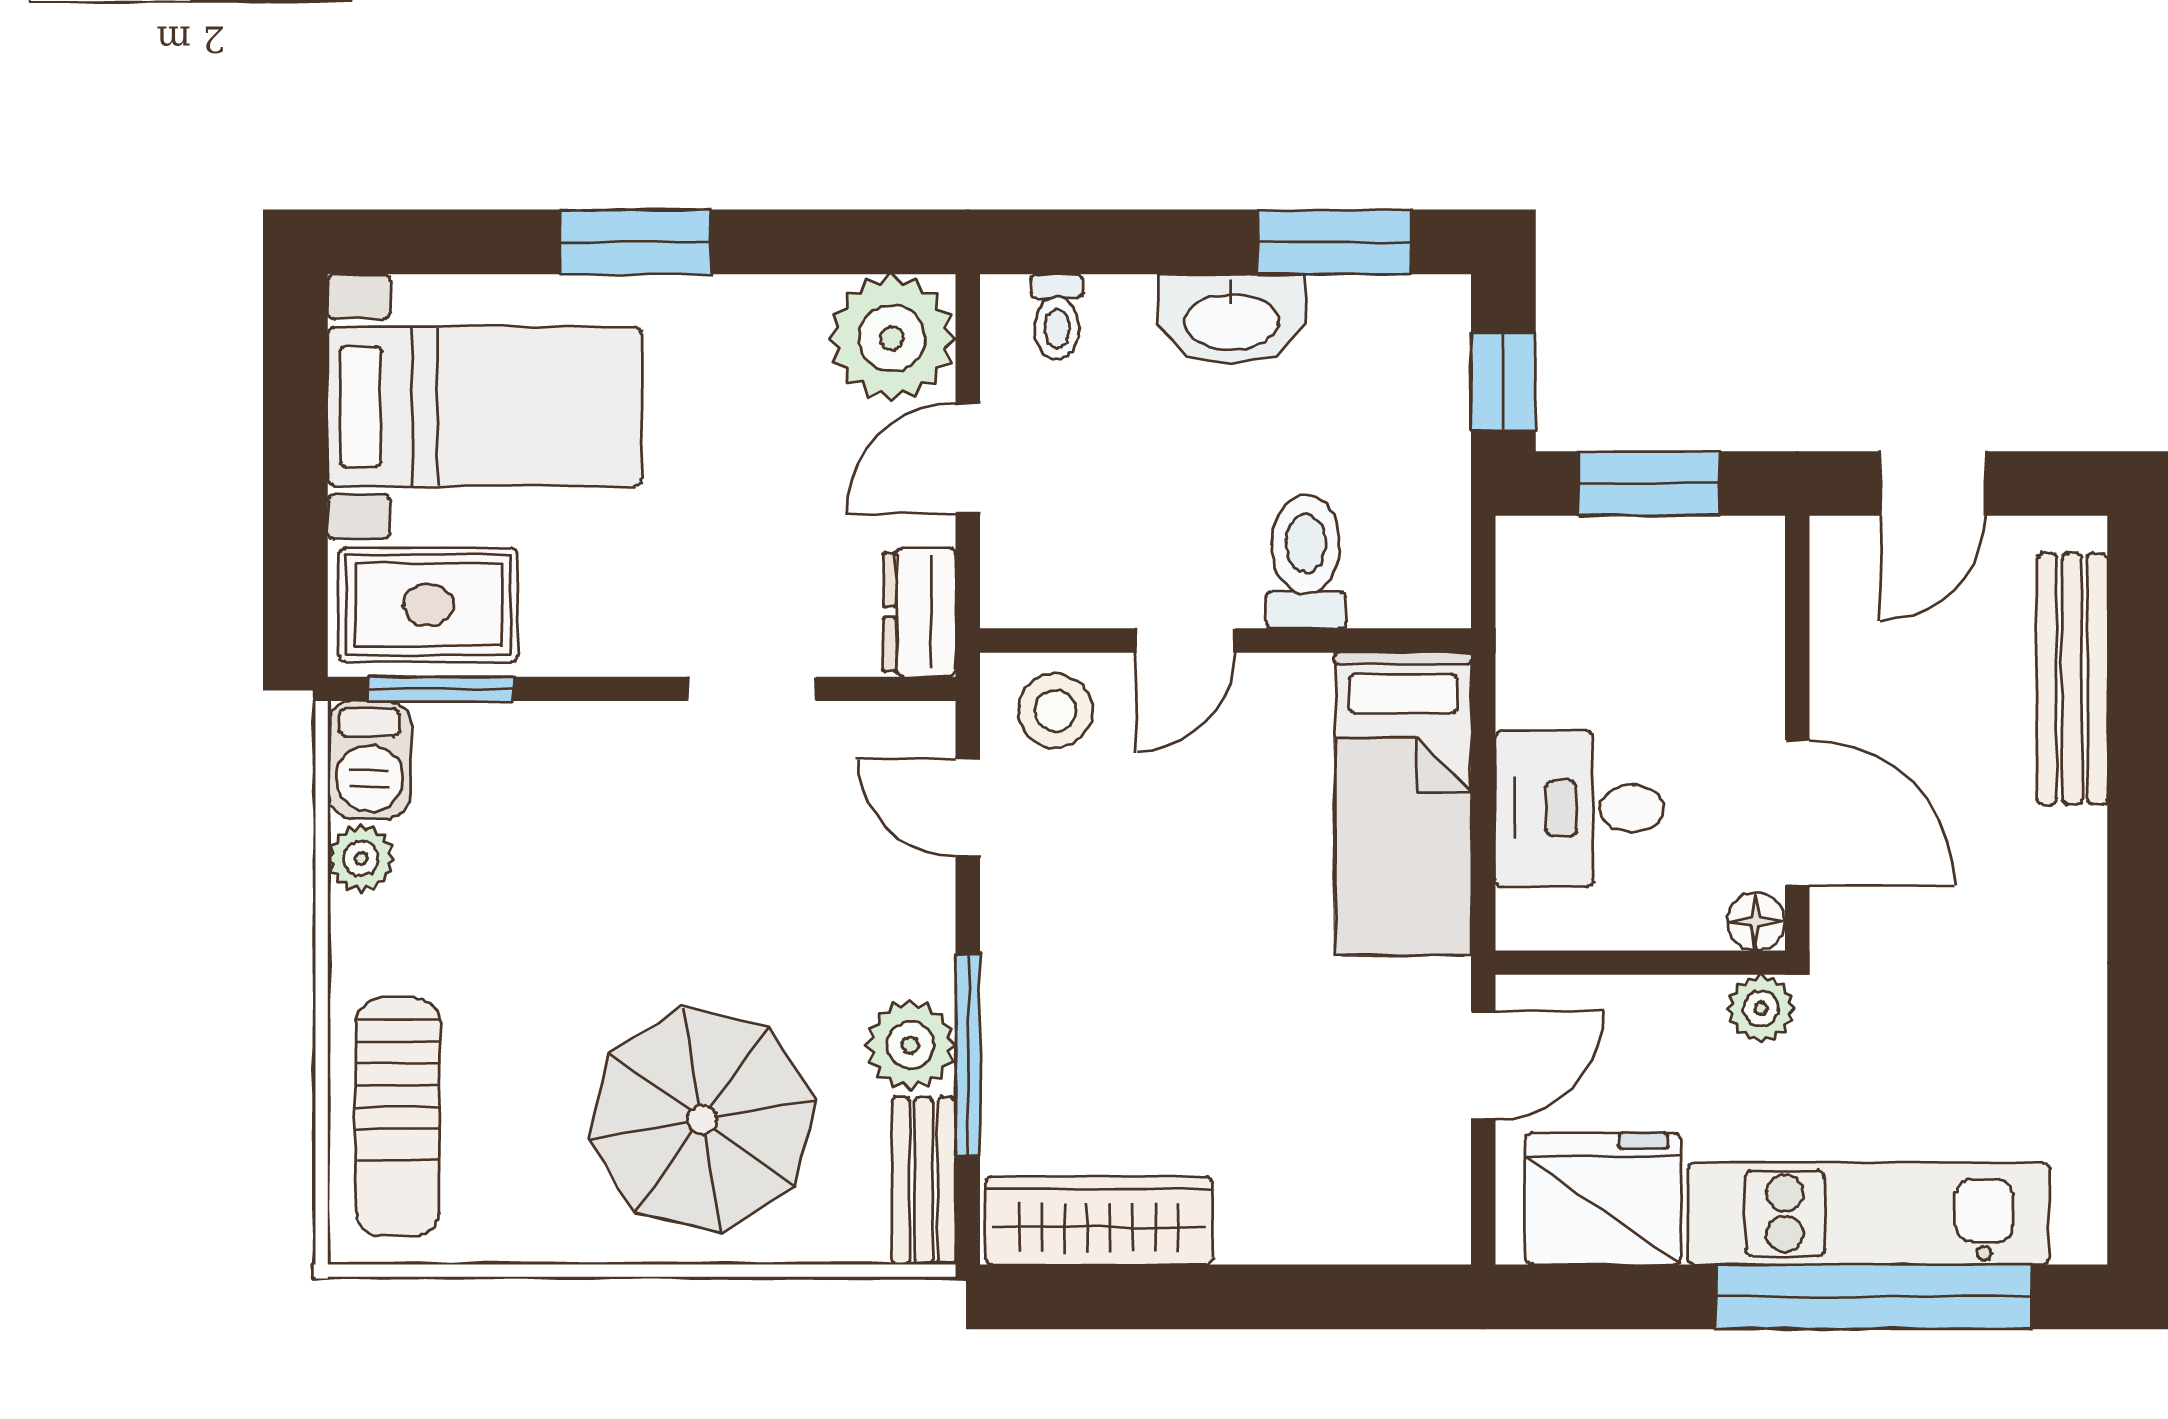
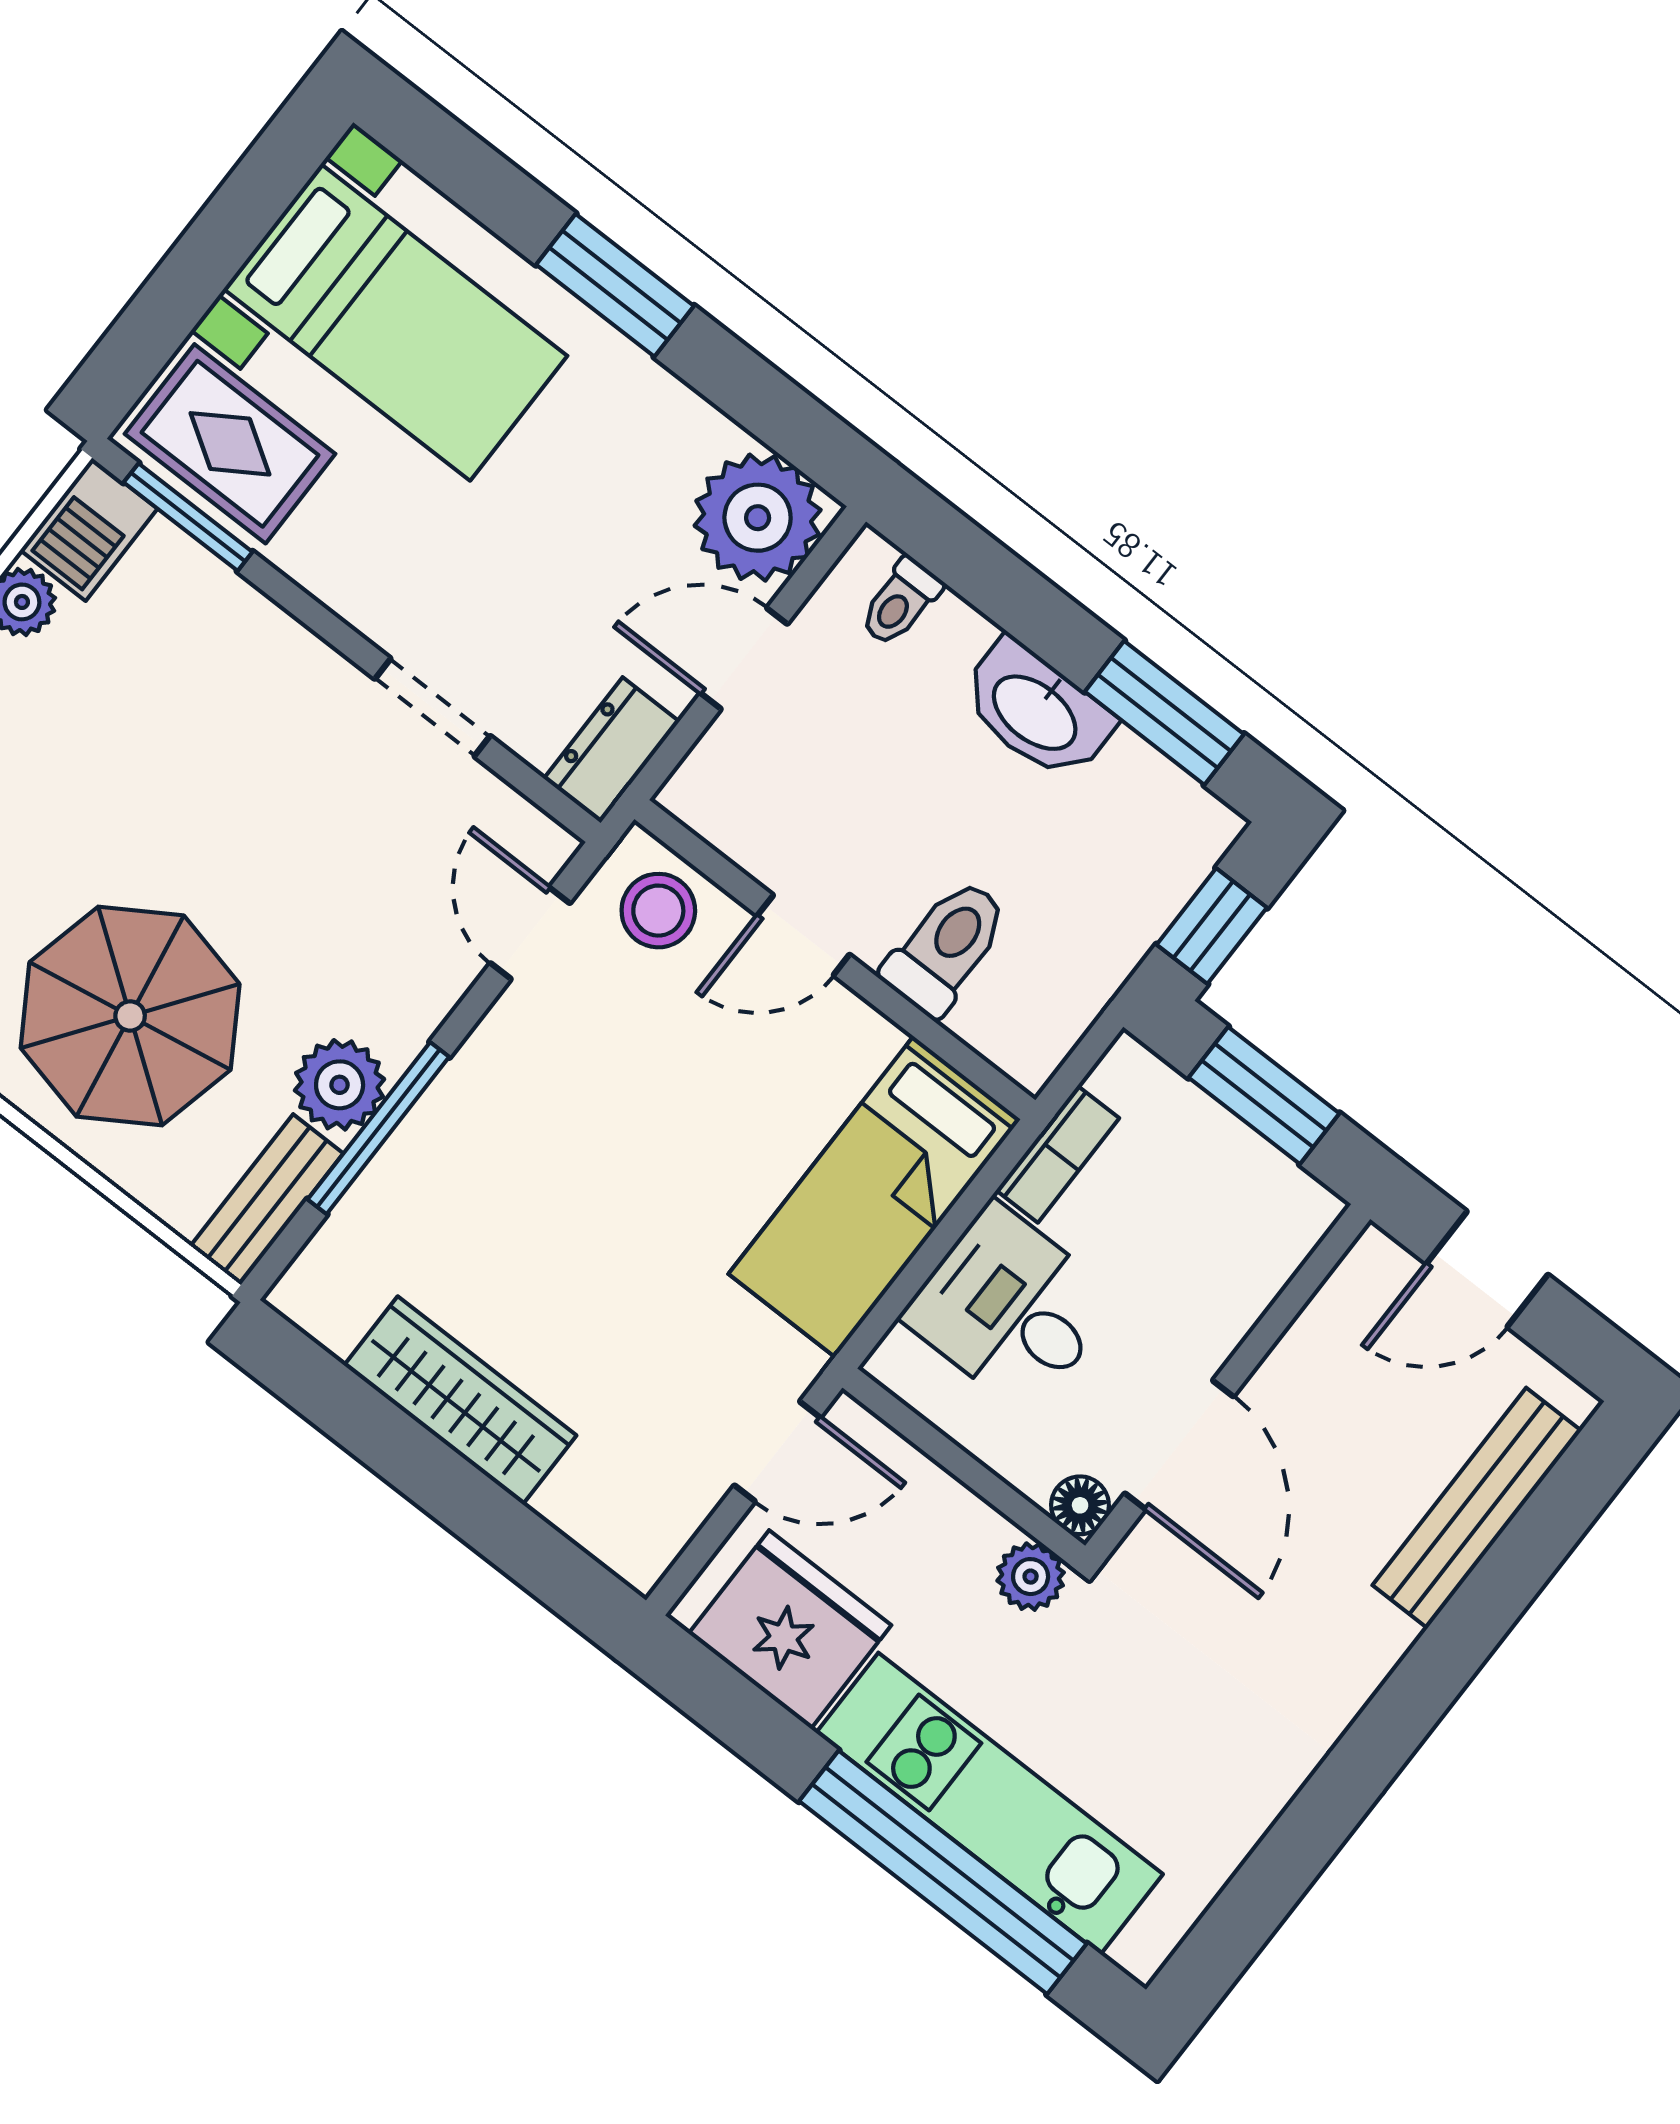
bookcase: (1522, 657) -> (1058, 1154), added
wardrobe: (1099, 1221) -> (460, 1400), moved

